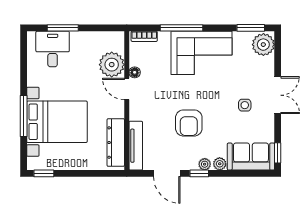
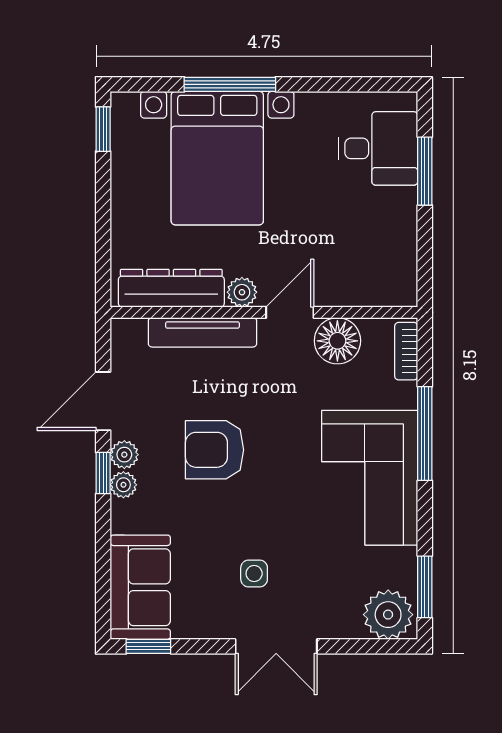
plant: (112, 65) -> (242, 292), moved, width x0.53, depth x0.53
floor lamp: (135, 72) -> (337, 341), width x1.89, depth x1.89
tv unit: (136, 146) -> (202, 332), moved
plant: (220, 164) -> (124, 455), moved

